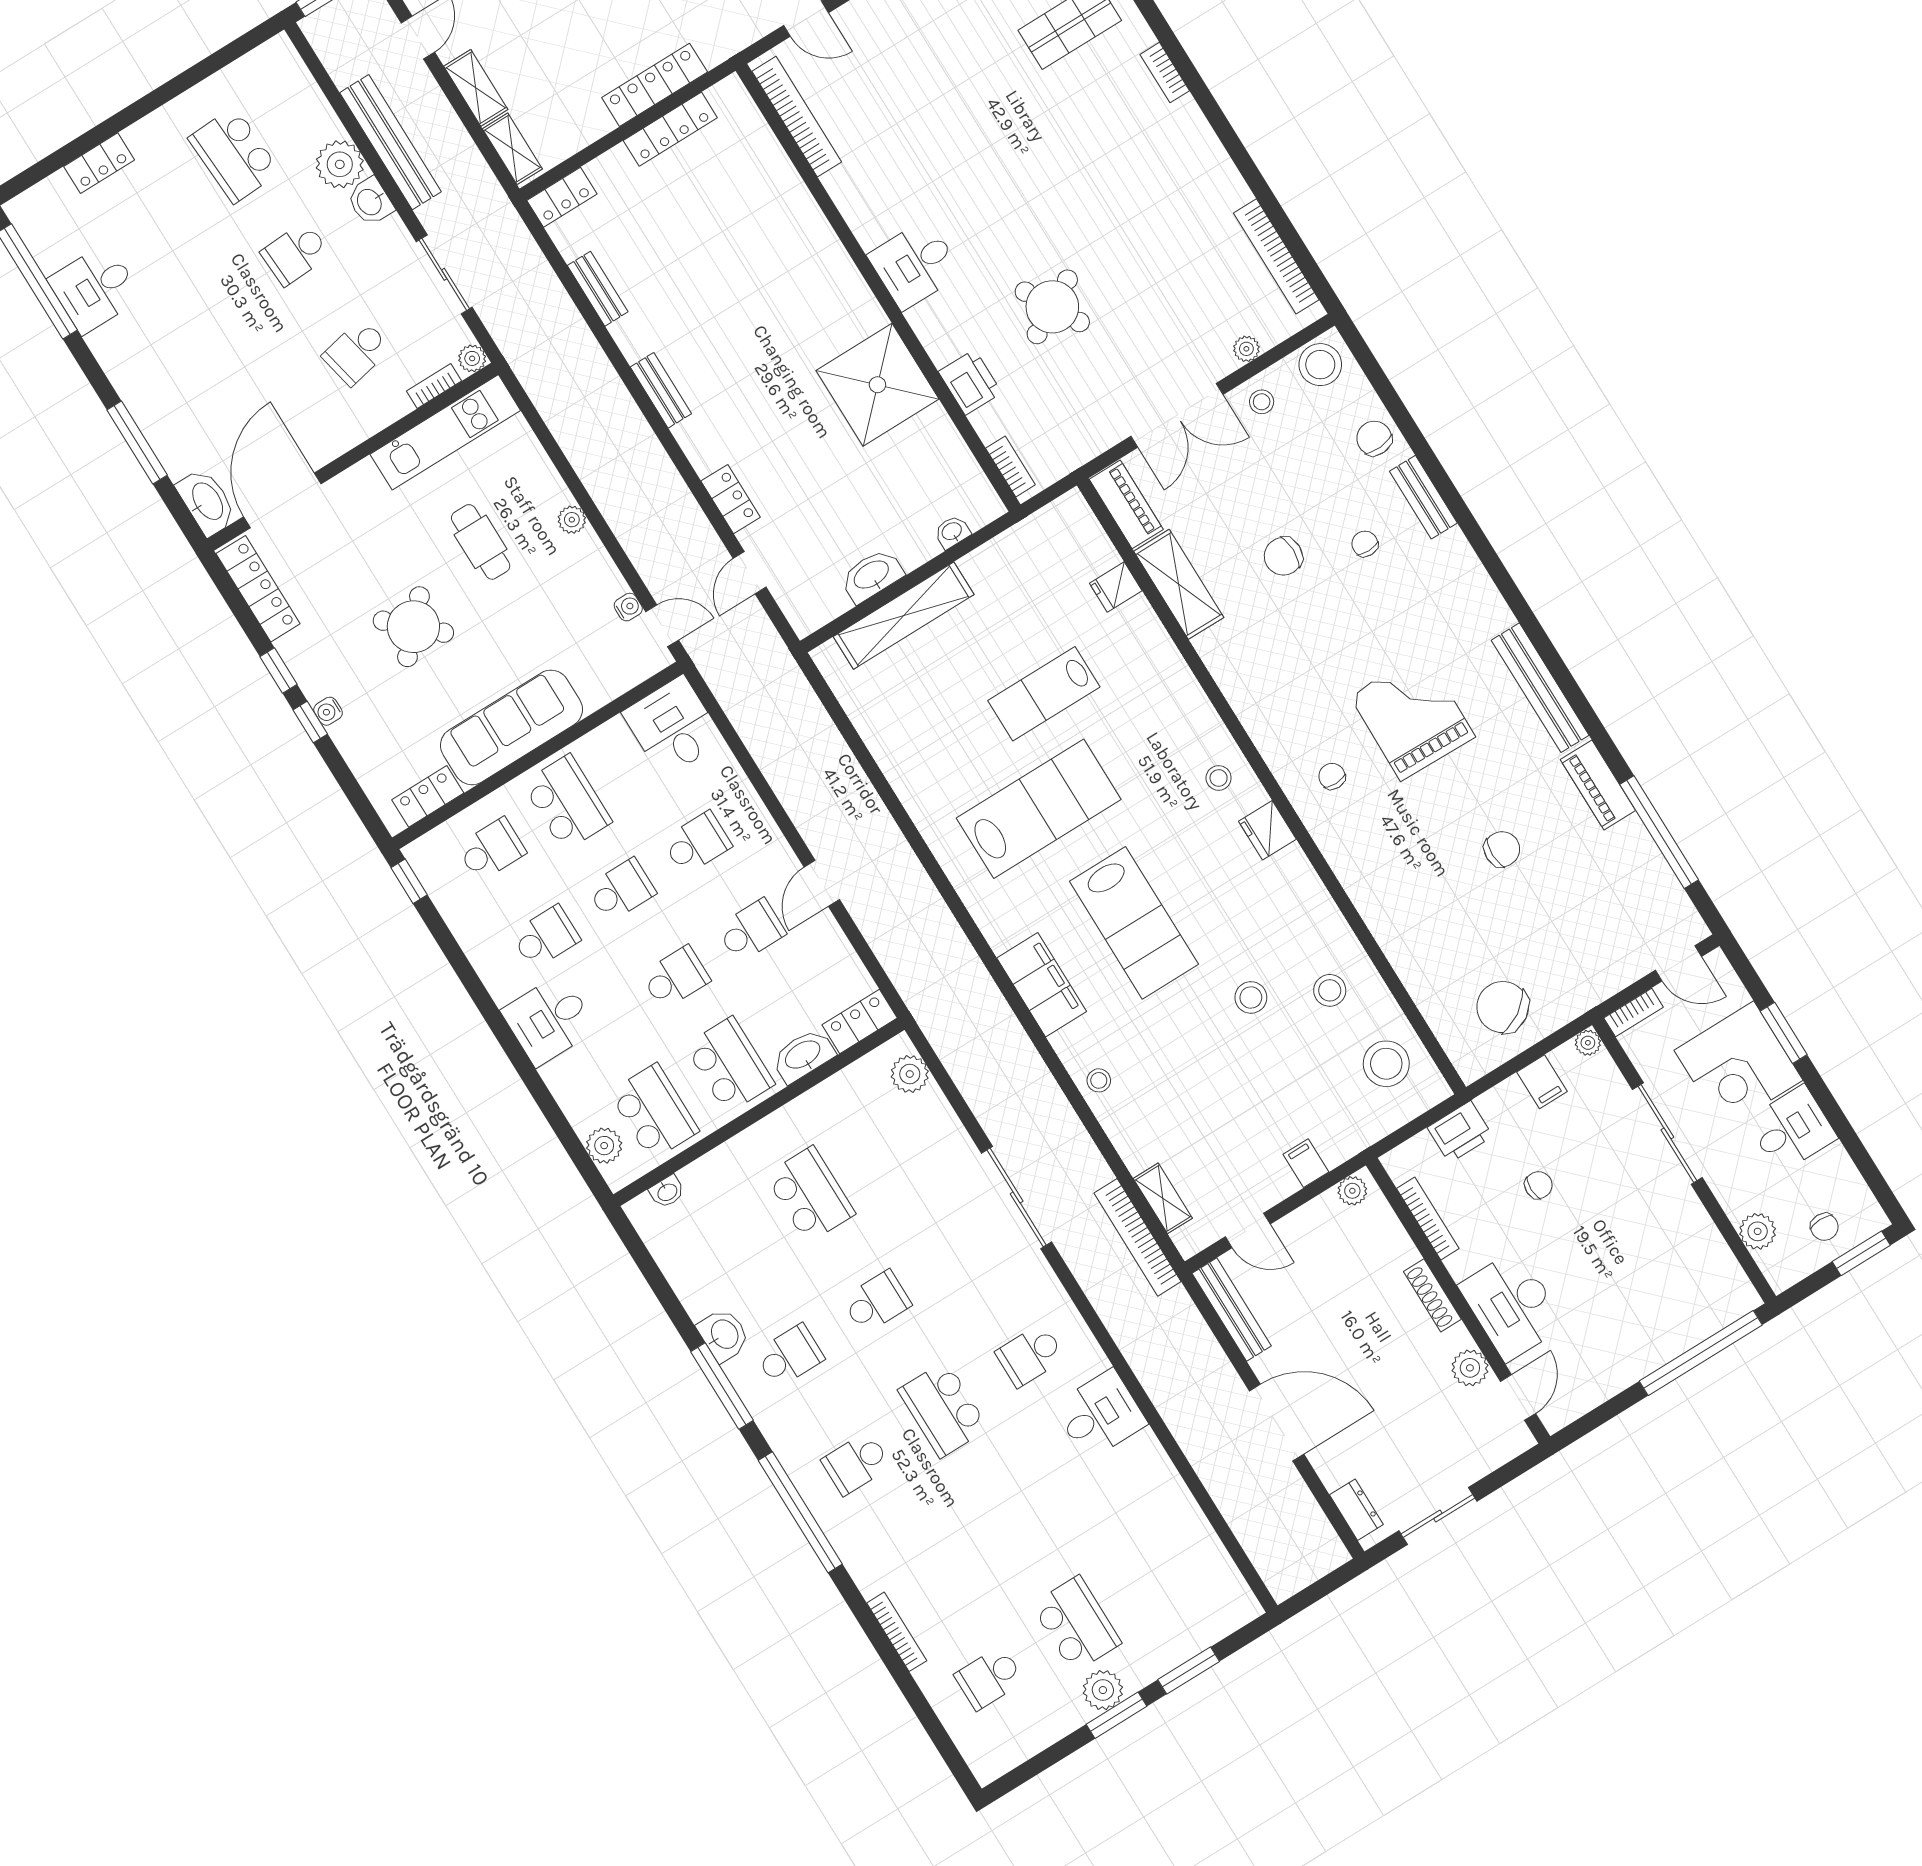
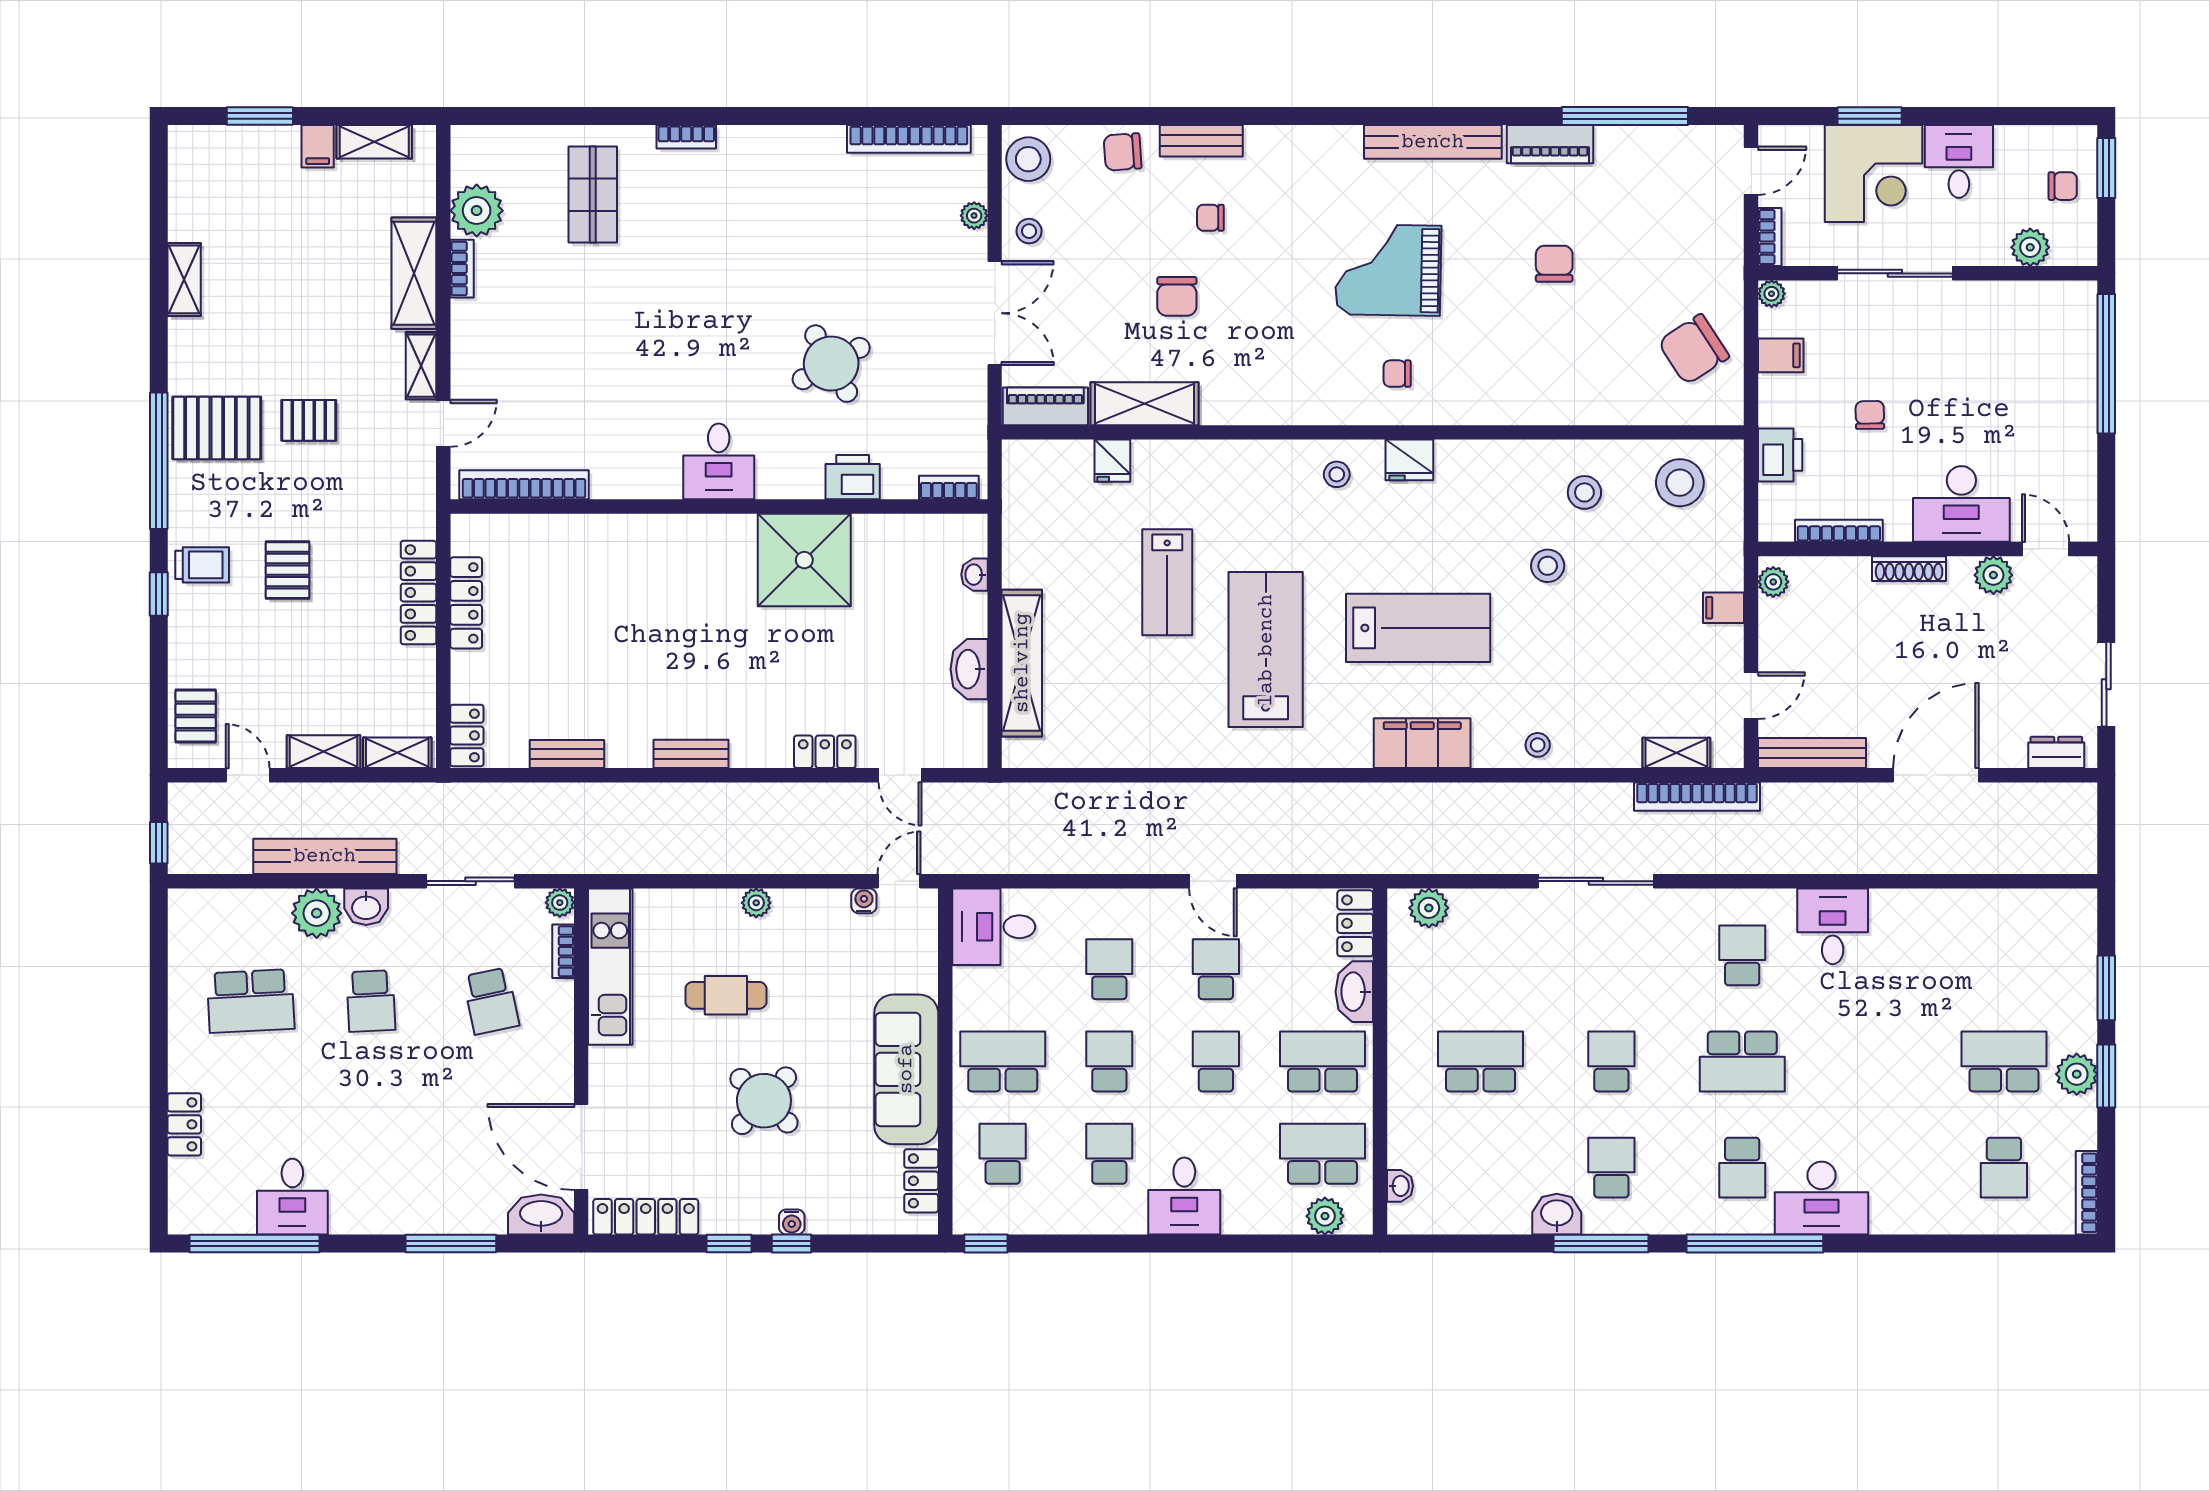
school desk: (1030, 1355) -> (1742, 955), turned 180
desk: (871, 1544) -> (1821, 1198), added
bookcase: (897, 1632) -> (2087, 1193), moved, turned -90

